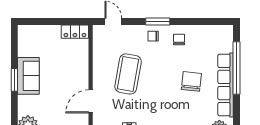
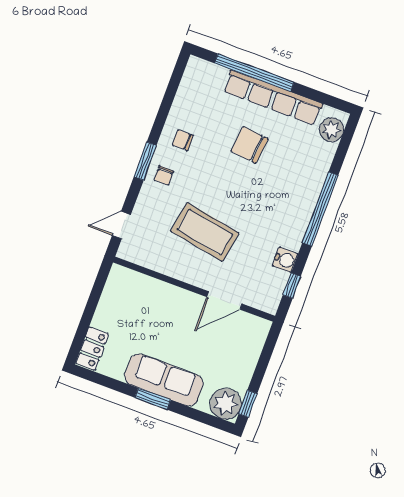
locker: (75, 32) -> (92, 349), moved
sofa: (28, 76) -> (164, 380), width x1.36
door: (91, 101) -> (224, 300), hinge flipped

